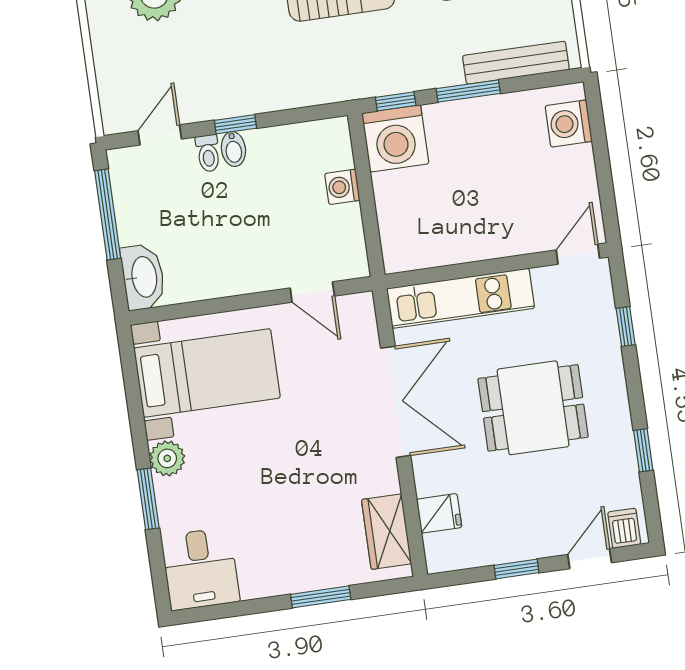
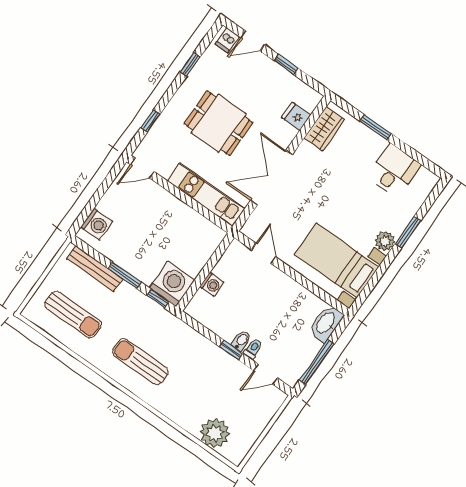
desk: (200, 569) -> (394, 170), moved

